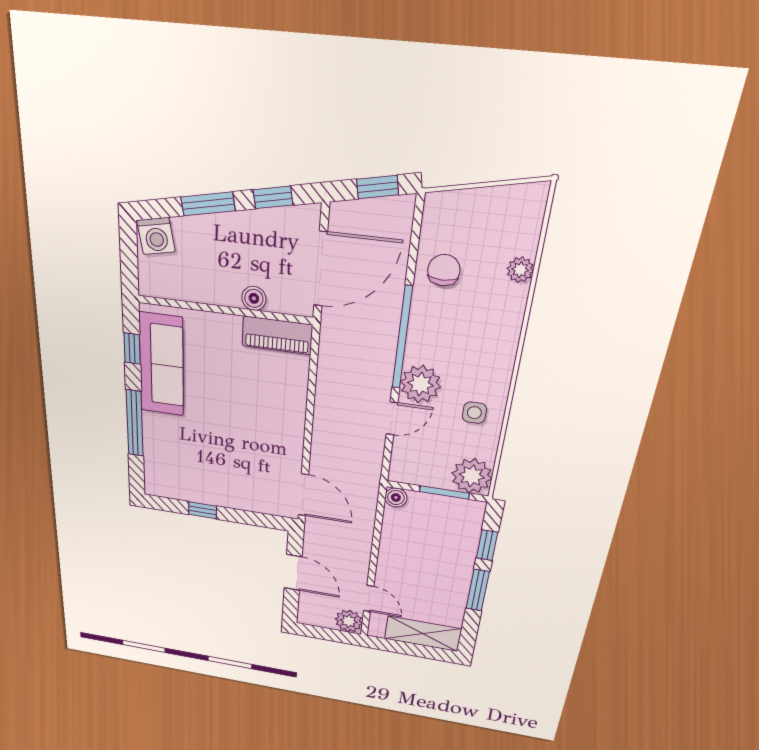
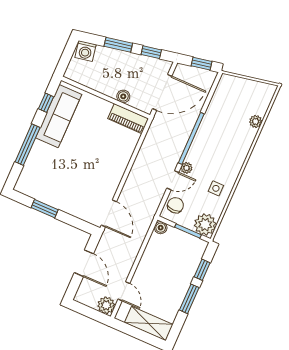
chair: (444, 270) -> (175, 205), moved
plant: (420, 384) -> (187, 168), width x0.53, depth x0.53
window: (203, 510) -> (45, 209), width x1.50

